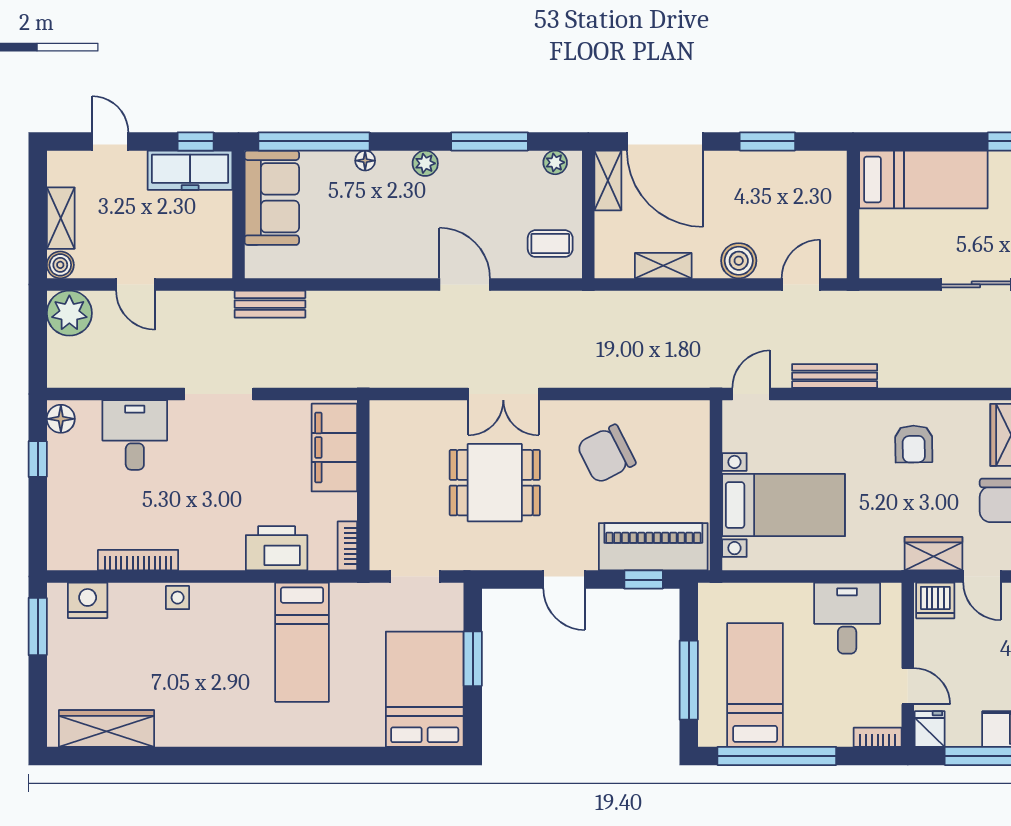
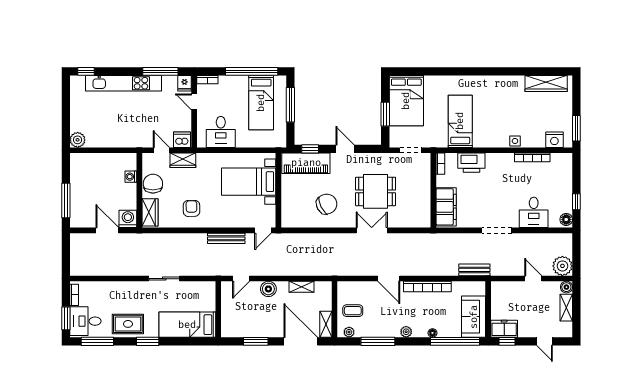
freezer: (190, 170) -> (504, 329), width x0.71
coffee table: (550, 244) -> (353, 311), moved
bookcase: (377, 266) -> (427, 287), added

